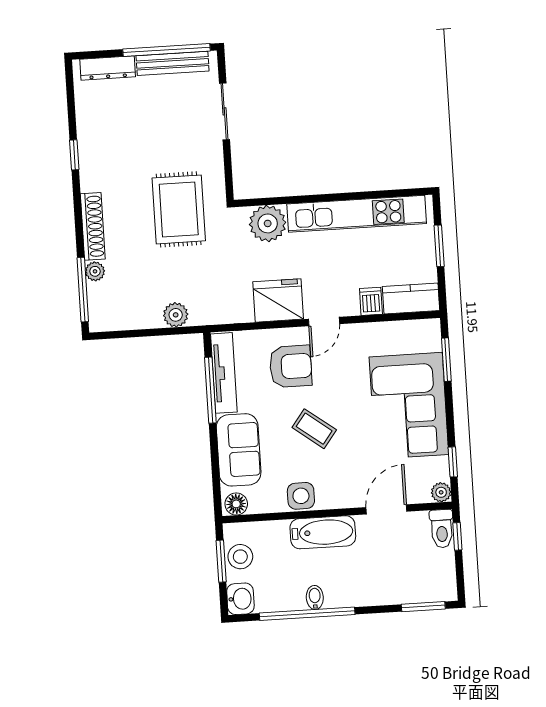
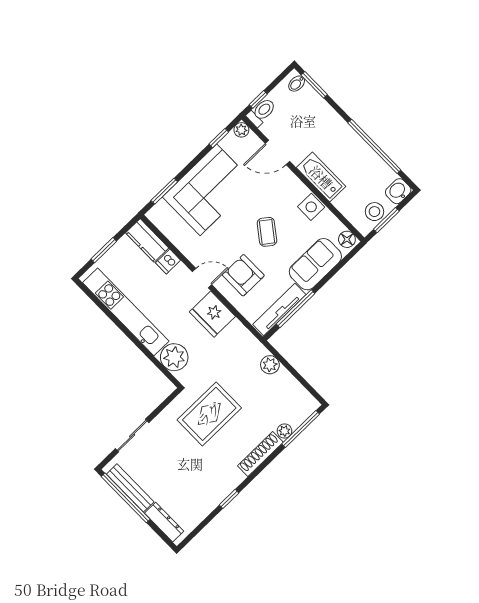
bidet: (315, 597) -> (297, 84), moved

